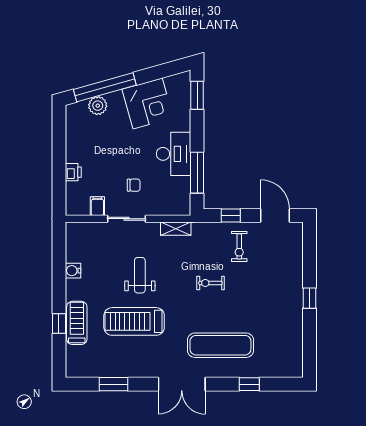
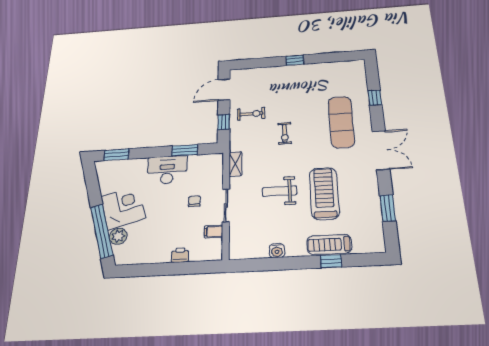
corner desk: (148, 104) -> (123, 207), moved
window: (197, 173) -> (185, 150), width x0.69
treadmill: (134, 321) -> (324, 193), turned 180

